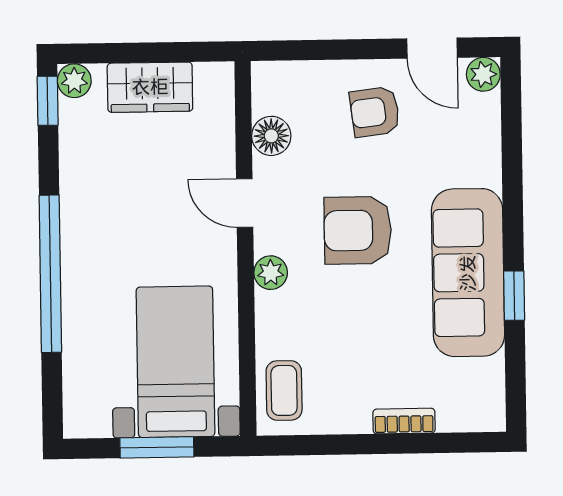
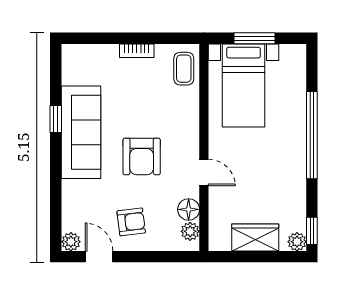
armchair: (358, 230) -> (142, 156), turned 90
plant: (271, 273) -> (190, 231), moved
bookcase: (404, 421) -> (137, 51), moved

